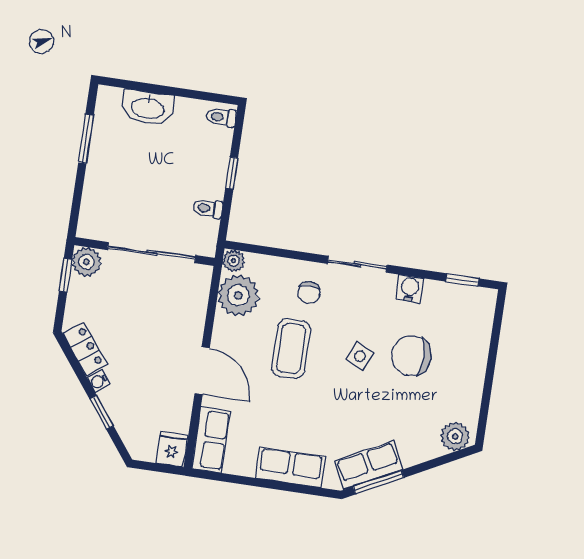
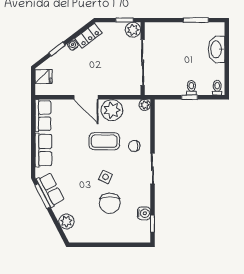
toilet: (208, 208) -> (191, 88), moved
water cooler: (410, 289) -> (144, 213), moved
plant: (238, 295) -> (112, 110), moved
chair: (411, 356) -> (110, 203), turned 180
door: (202, 371) -> (86, 97), hinge flipped
plant: (455, 436) -> (66, 221), moved
row of seats: (211, 440) -> (43, 116), moved, turned -90
fridge: (172, 449) -> (44, 76), moved

